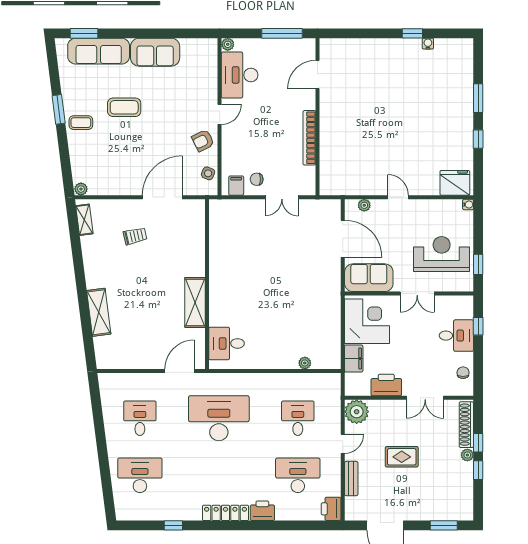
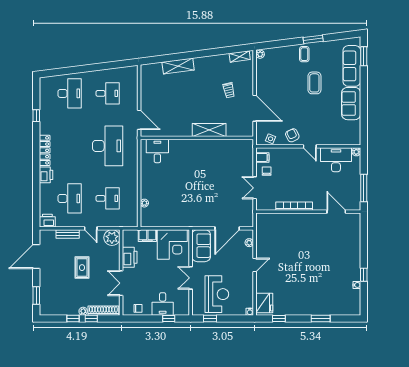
window: (478, 139) -> (279, 318), moved
shelving: (195, 302) -> (209, 130), moved

